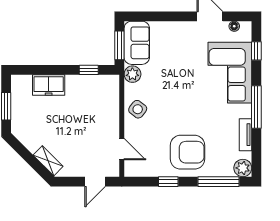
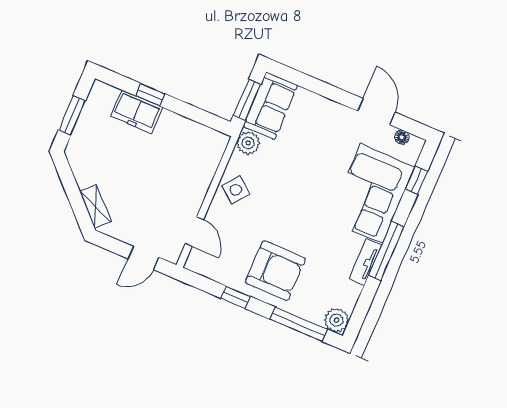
window: (89, 70) -> (150, 95), moved
tv unit: (245, 135) -> (365, 262), moved

